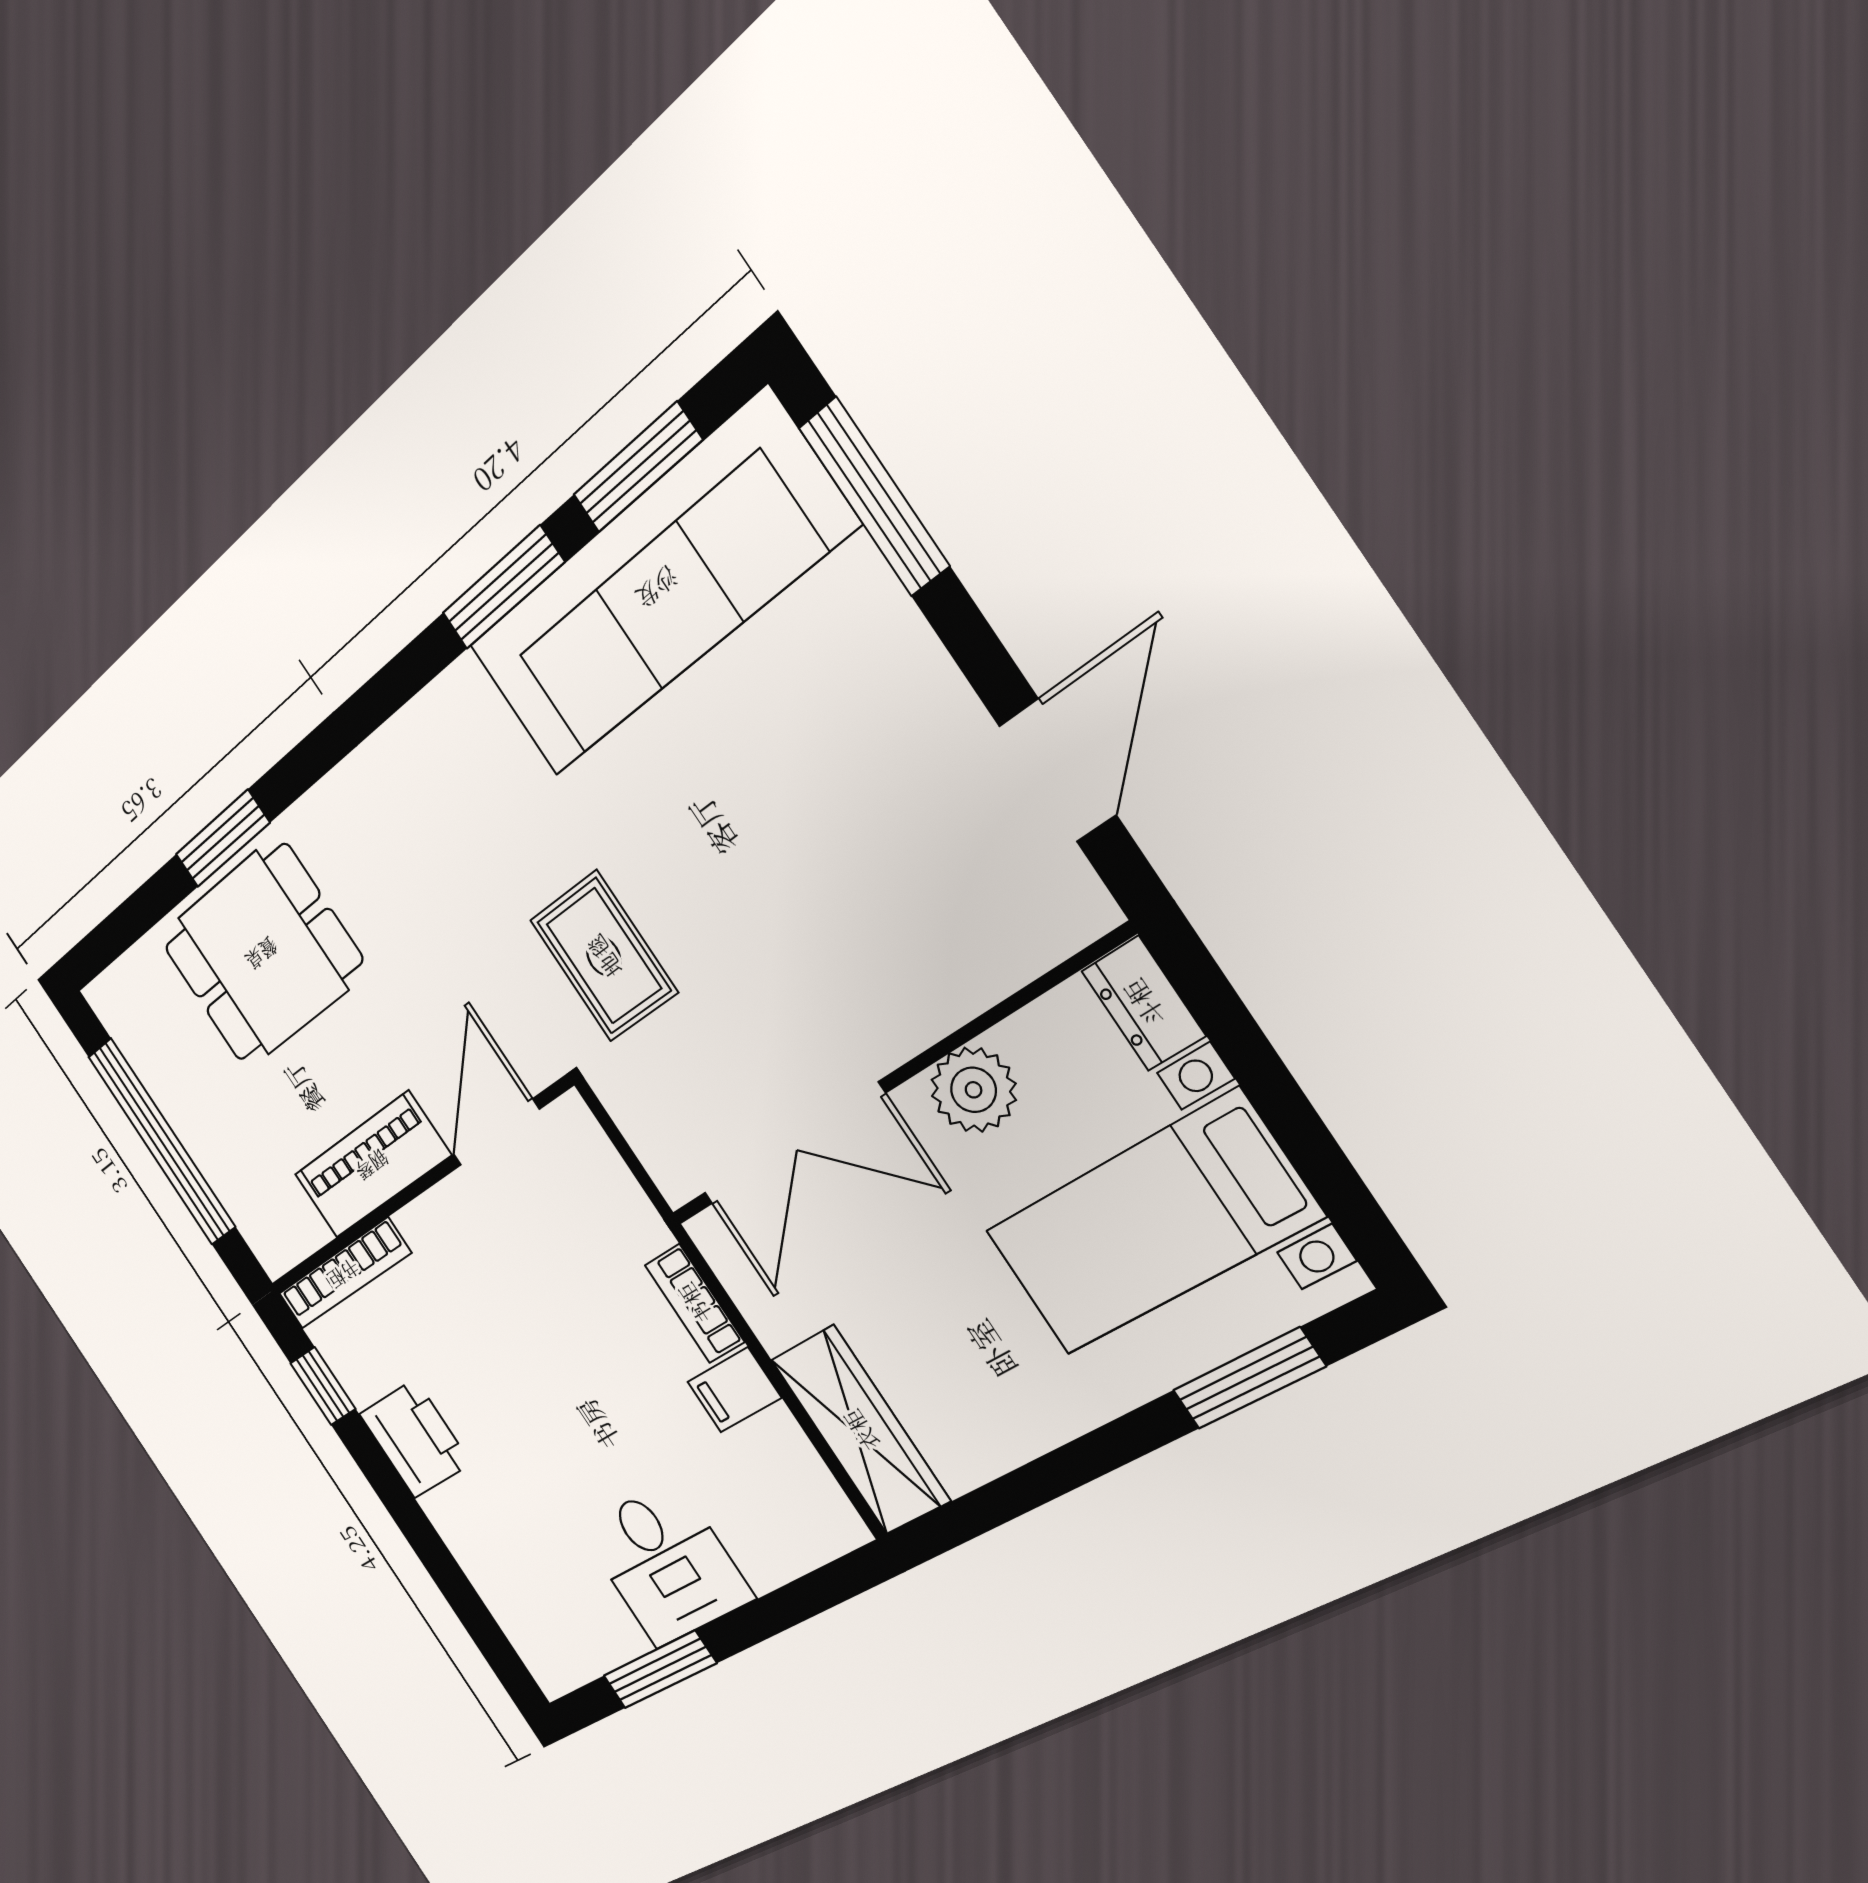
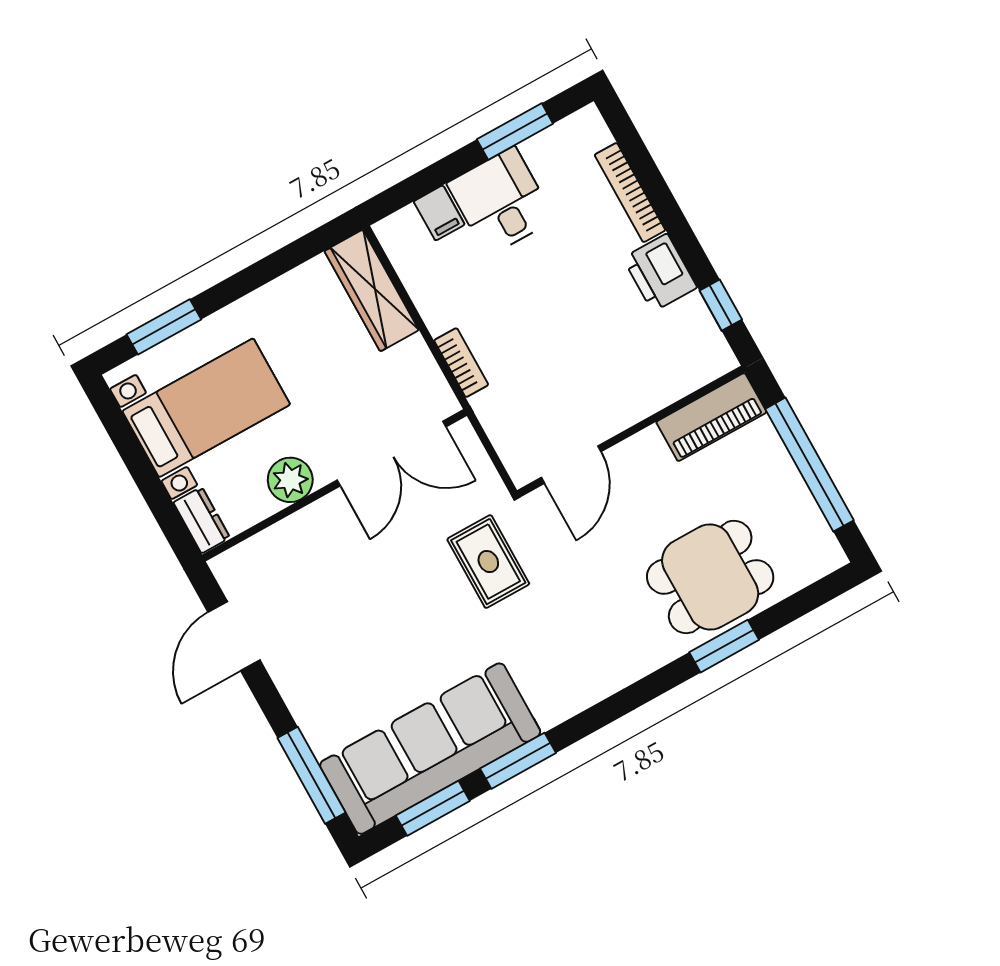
double door: (793, 1144) -> (392, 453), swing flipped
piano: (372, 1165) -> (711, 417), moved
bookcase: (344, 1274) -> (630, 193), moved, turned -90
filing cabinet: (734, 1390) -> (439, 213), moved, turned 90

